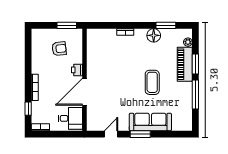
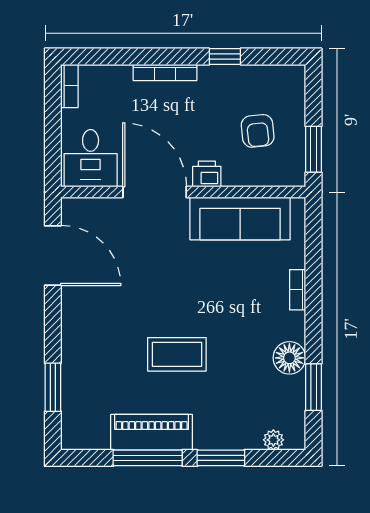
piano: (185, 64) -> (152, 432), moved
window: (28, 109) -> (225, 56), moved
sofa: (150, 122) -> (240, 219), moved, turned 90
door: (111, 134) -> (53, 256), width x1.87
window: (140, 134) -> (53, 387), moved

